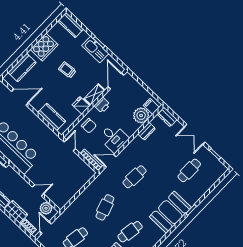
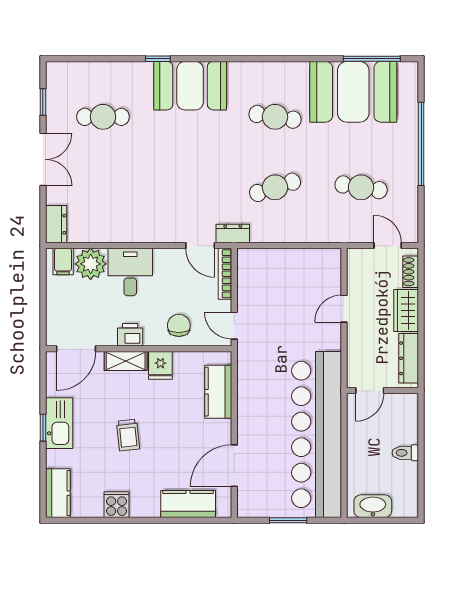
cooker: (44, 47) -> (117, 505), width x0.53, depth x0.76
door: (20, 97) -> (234, 466), hinge flipped
dresser: (147, 131) -> (233, 234), moved
desk: (114, 138) -> (130, 272), moved
door: (70, 145) -> (234, 326), hinge flipped
cafe table: (135, 177) -> (189, 187), removed
door: (38, 190) -> (344, 309), hinge flipped
plant: (46, 208) -> (359, 272), removed
door: (45, 228) -> (388, 246), swing flipped

